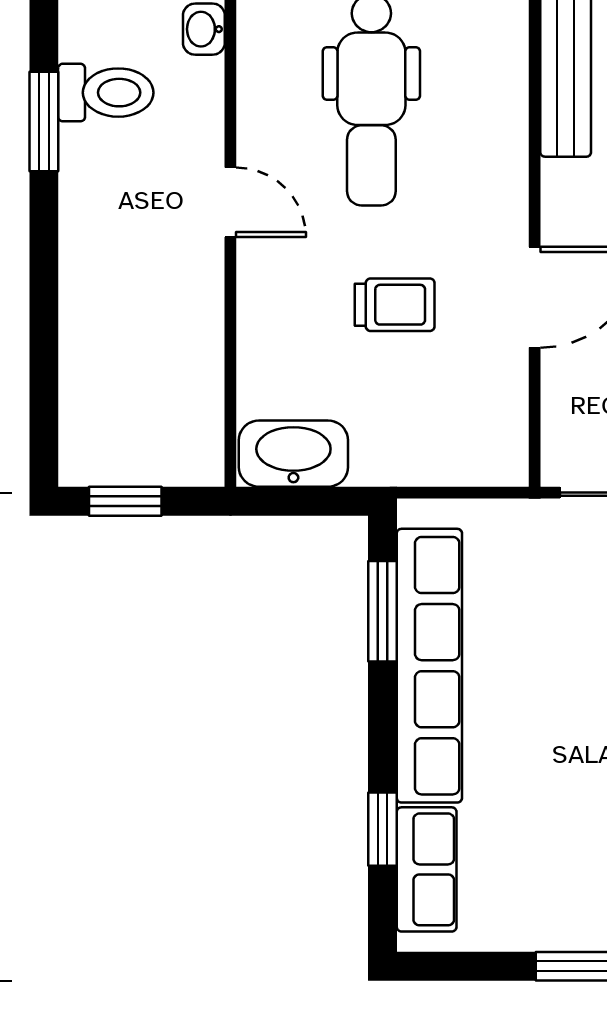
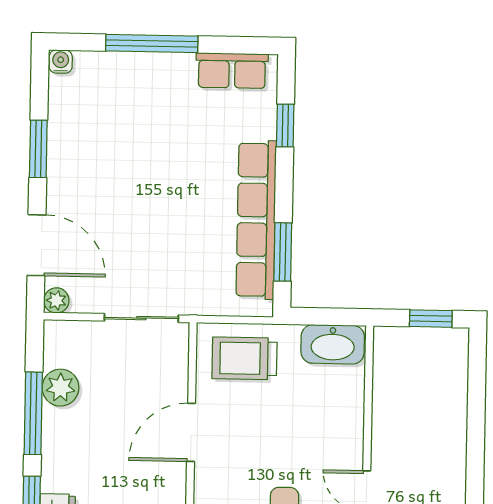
trolley: (395, 305) -> (245, 358), moved, width x1.36, depth x1.39
row of seats: (427, 869) -> (232, 71), moved, turned -90

